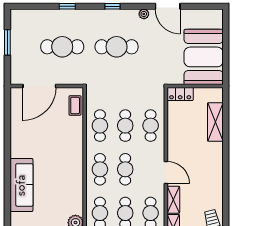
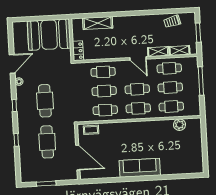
door: (166, 173) -> (138, 58), swing flipped
sofa: (21, 185) -> (140, 168), moved

